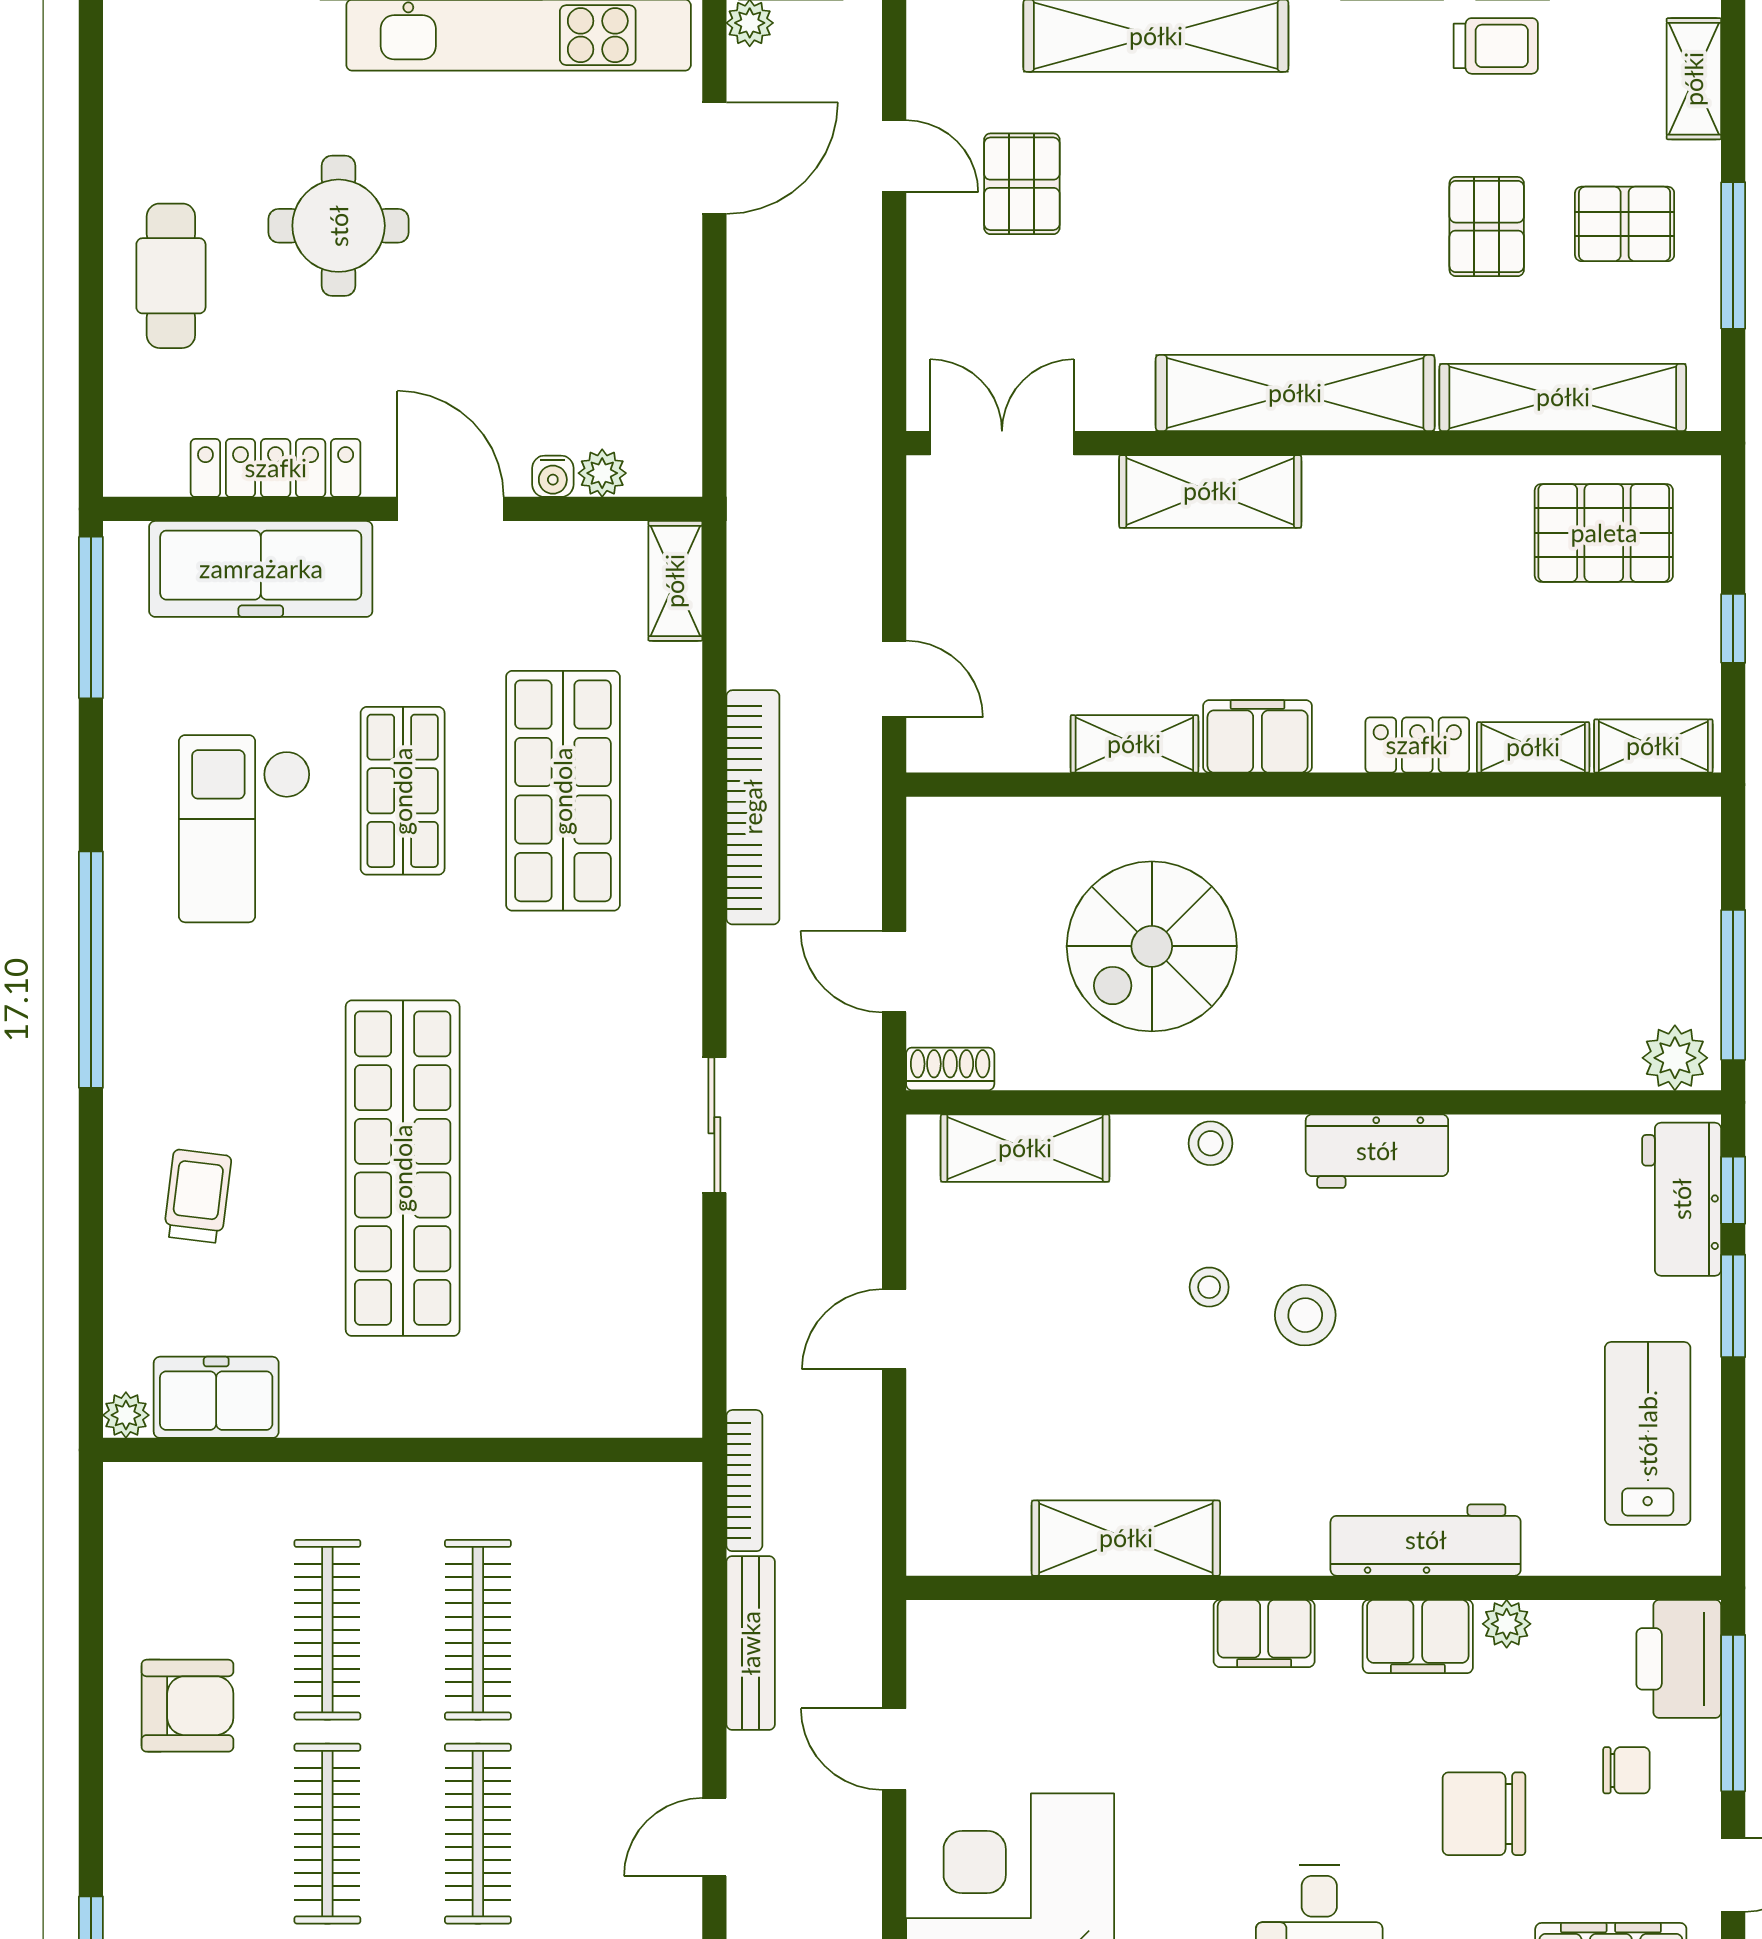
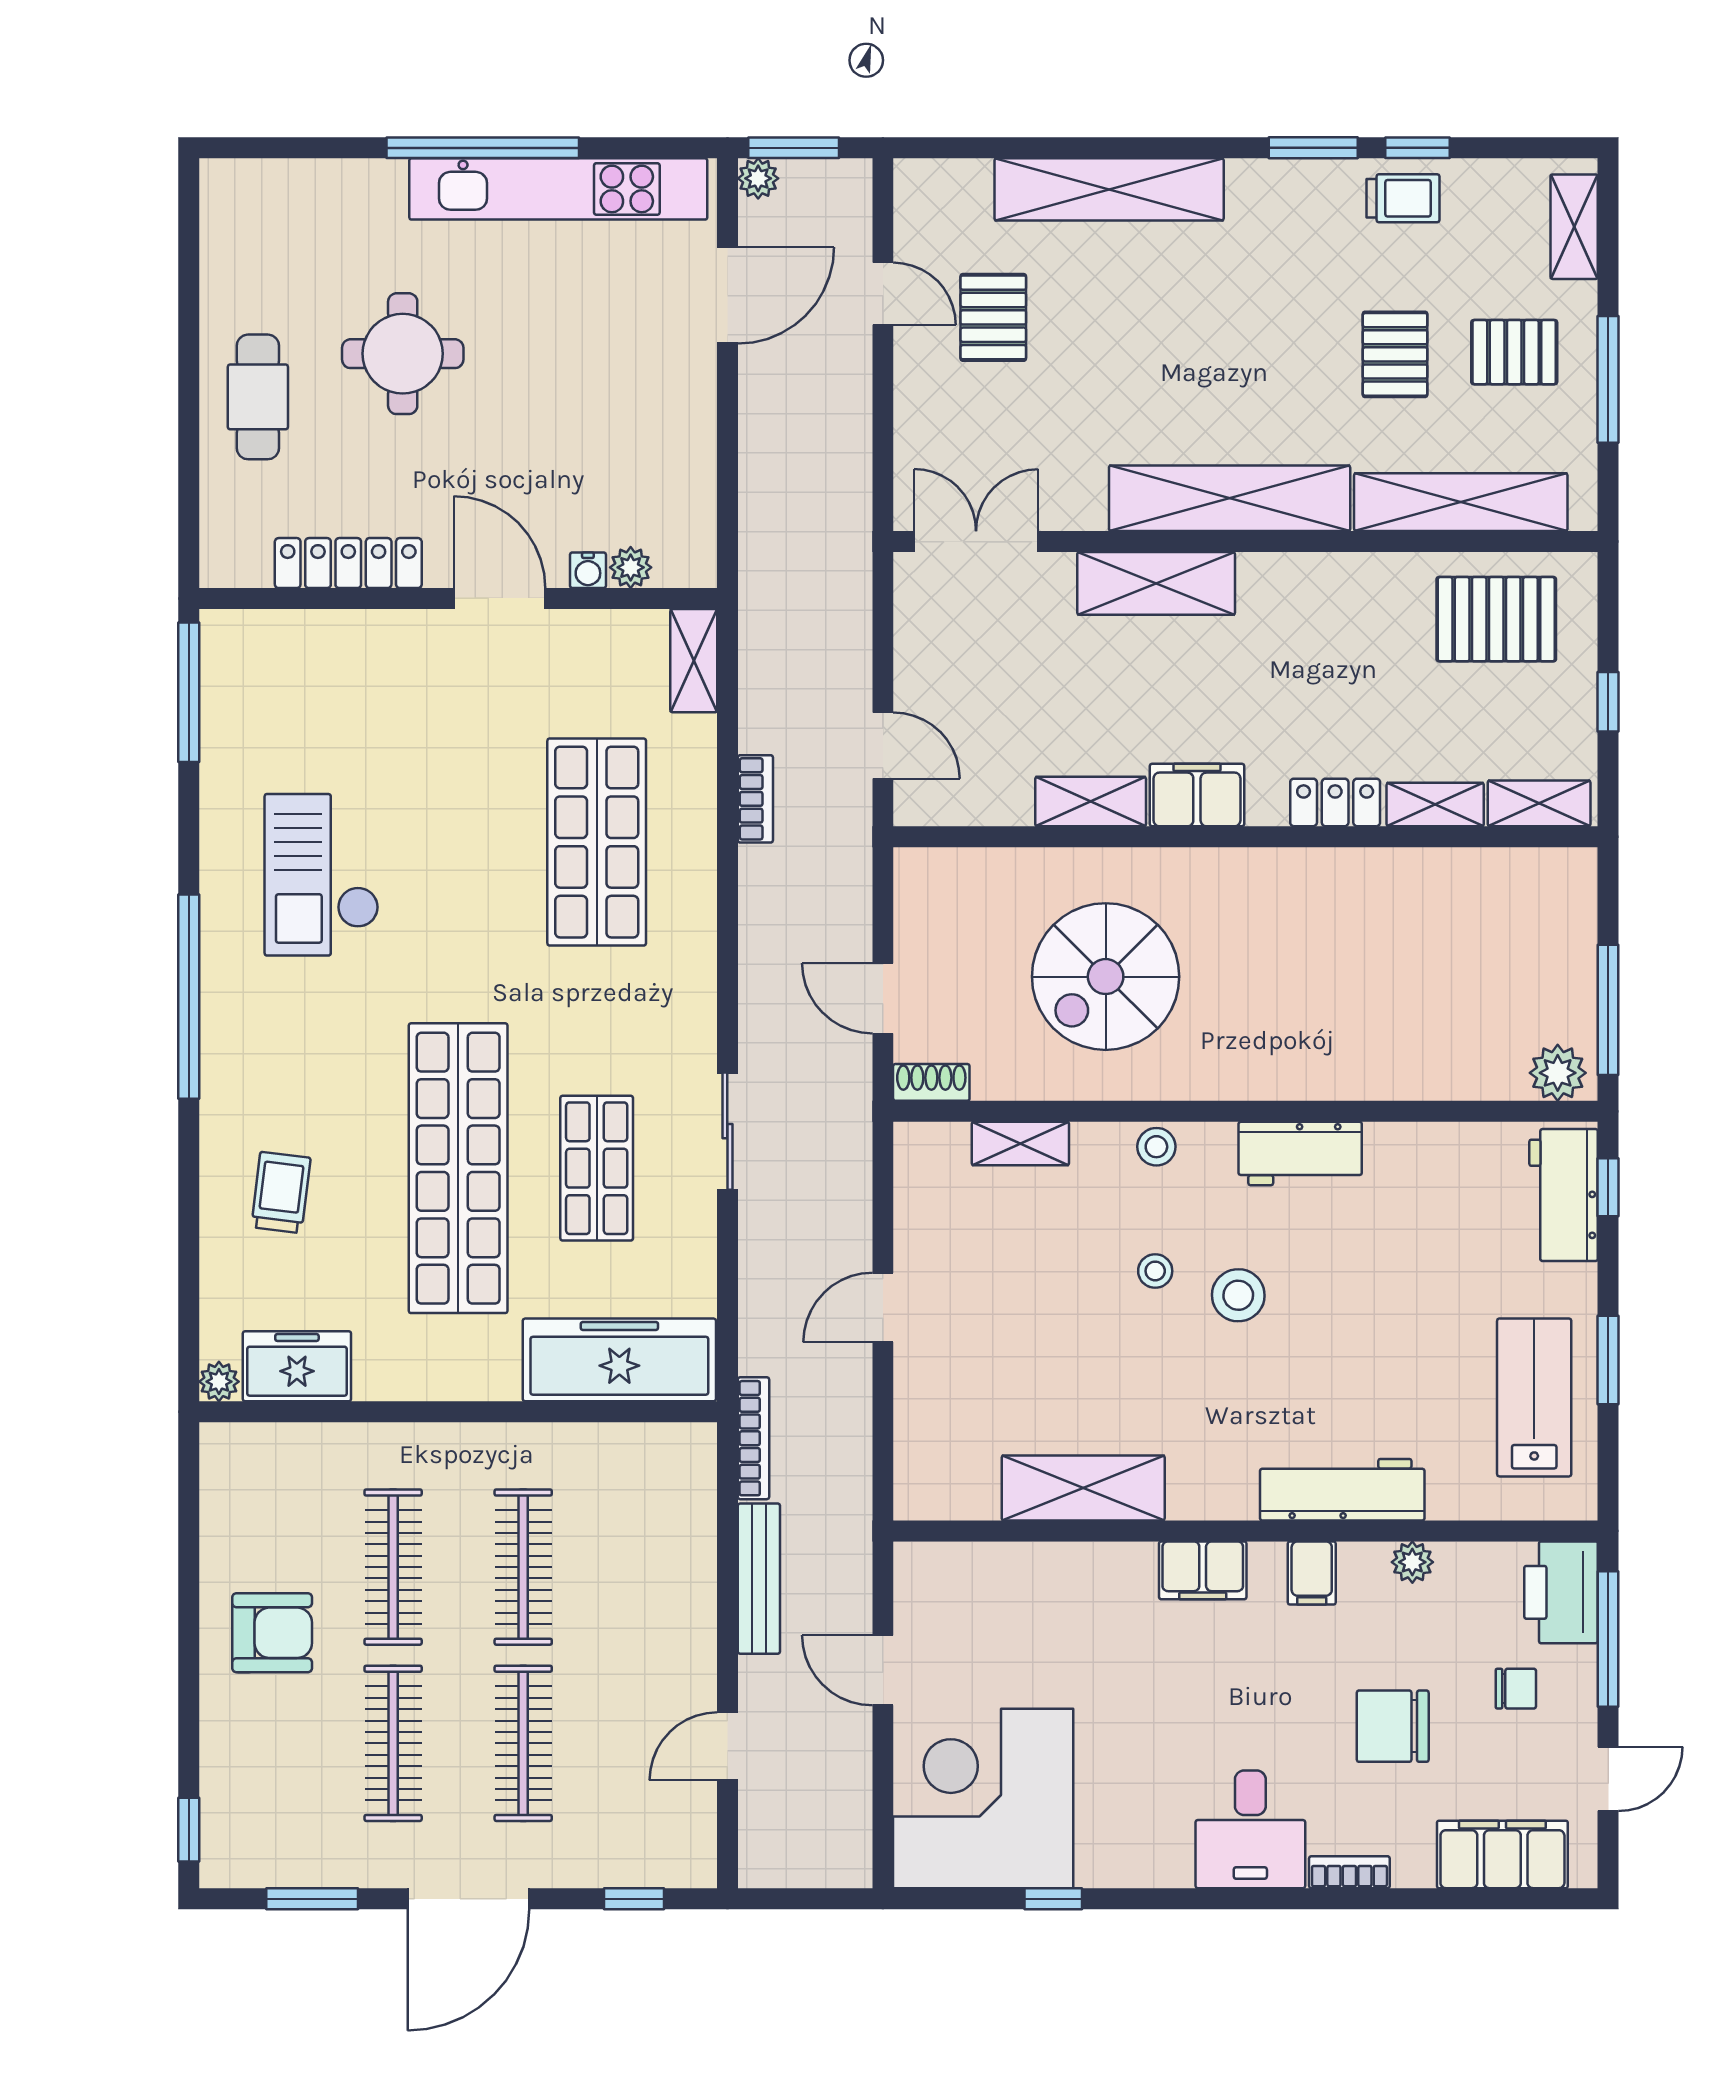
freezer: (261, 569) -> (619, 1360), moved, turned 180
shop shelf: (403, 791) -> (597, 1168), moved
bookcase: (753, 807) -> (755, 799), width x0.43, depth x0.76
shelving: (1025, 1148) -> (1020, 1144), width x0.67, depth x0.75
window: (1733, 1306) -> (1608, 1360), moved
filing cabinet: (1418, 1637) -> (1312, 1573), width x0.50

